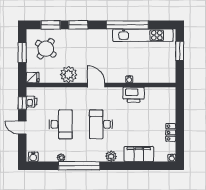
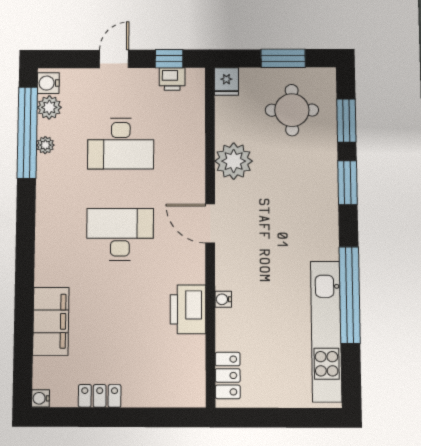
round table: (46, 49) -> (292, 110), turned -37
window: (180, 51) -> (291, 418), removed
locker: (162, 78) -> (228, 375), added
door: (96, 85) -> (210, 223), swing flipped
plant: (111, 156) -> (49, 107), moved
window: (79, 166) -> (27, 133), moved

